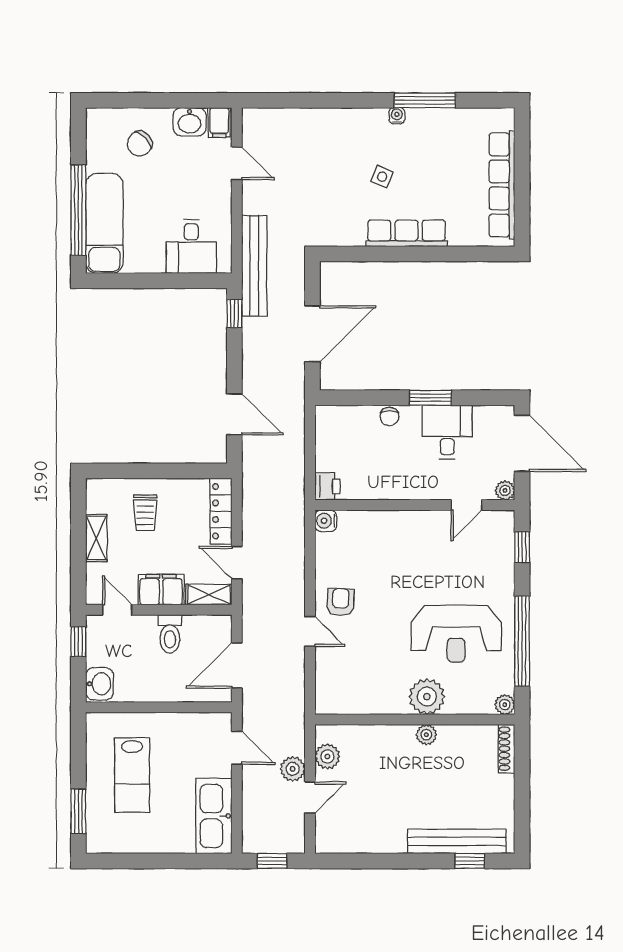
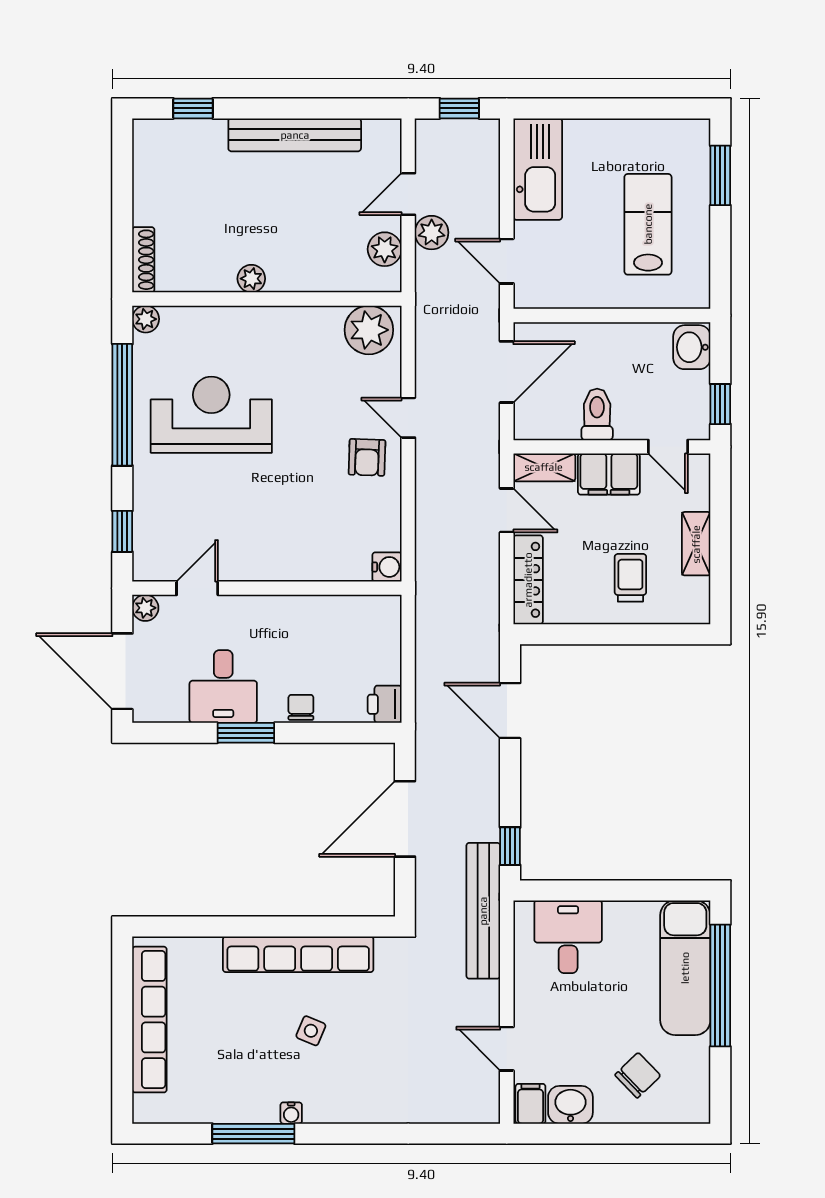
row of seats: (407, 233) -> (298, 954), width x1.36
printer: (327, 486) -> (385, 704), moved
plant: (427, 697) -> (369, 330), moved
bench: (457, 841) -> (295, 135), moved

